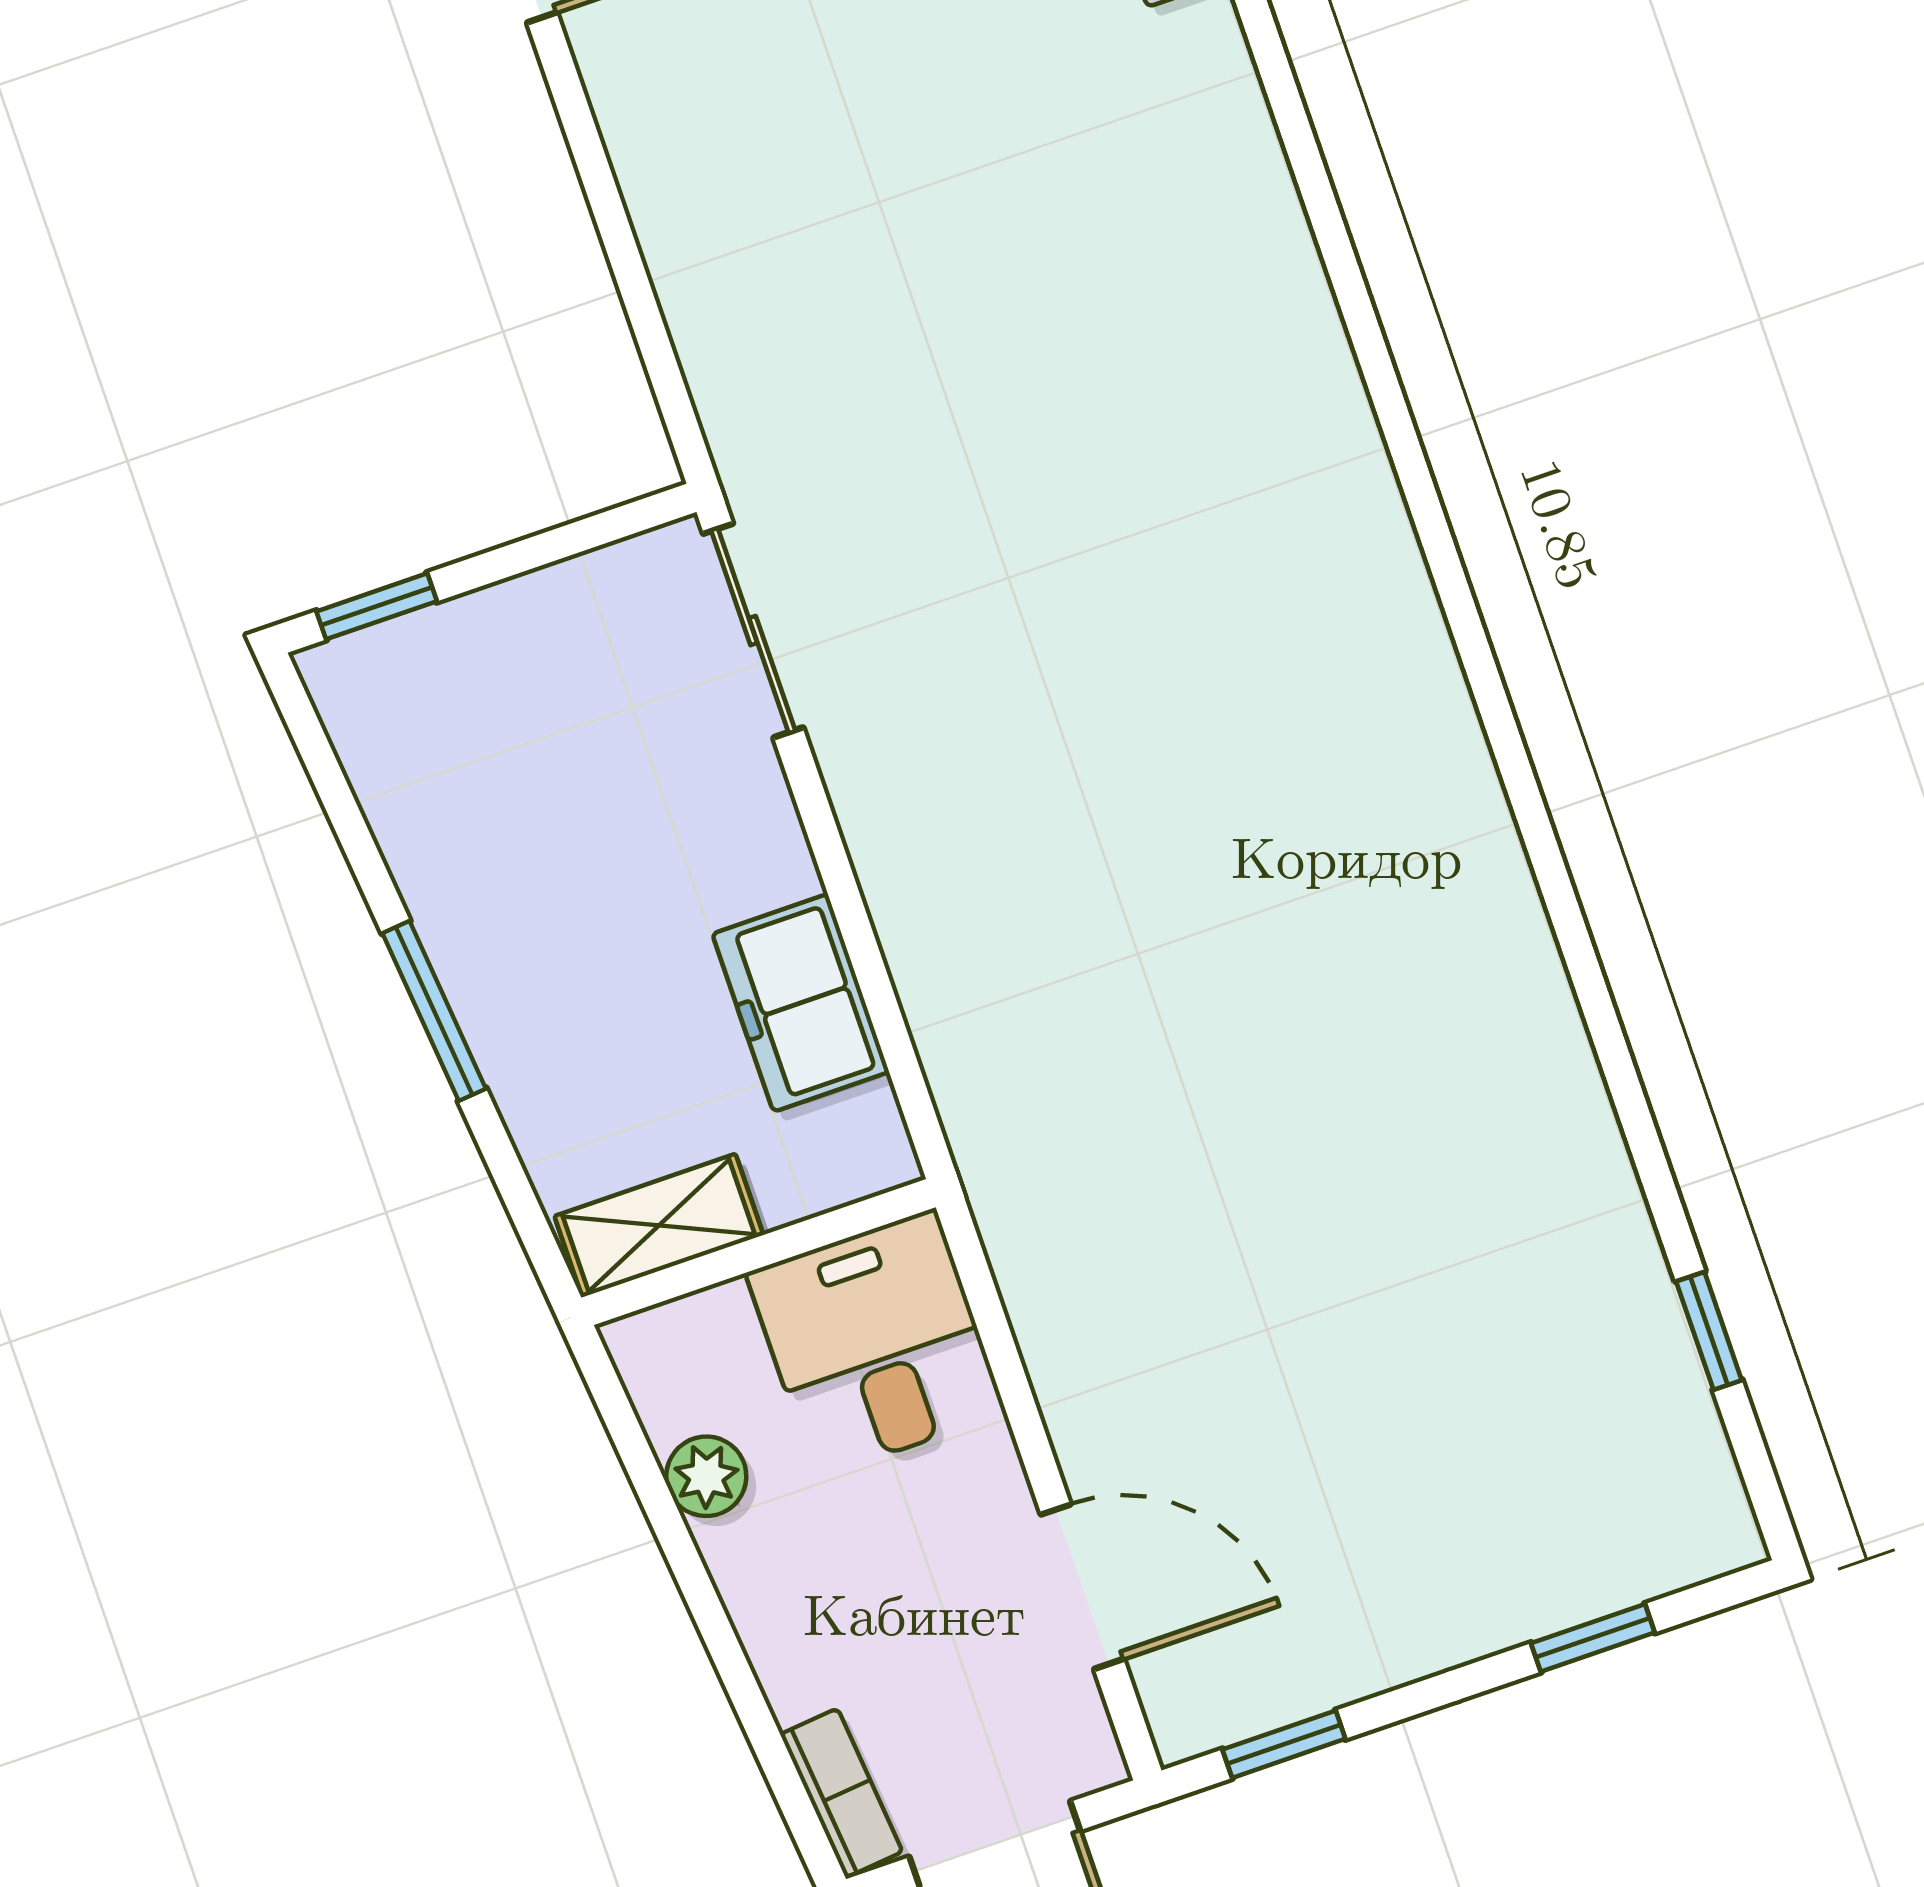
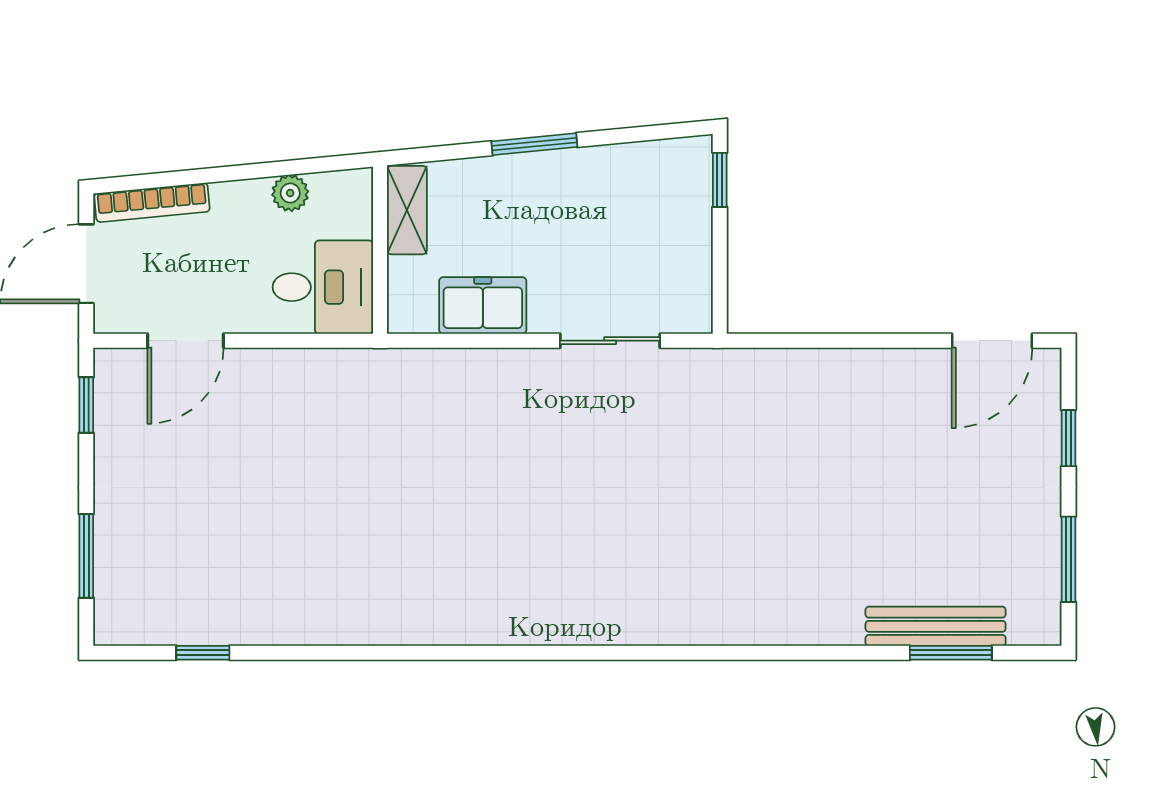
sliding door: (753, 631) -> (610, 341), moved
window: (1593, 1638) -> (86, 556), width x1.50
bookcase: (841, 1793) -> (152, 202), width x1.56

